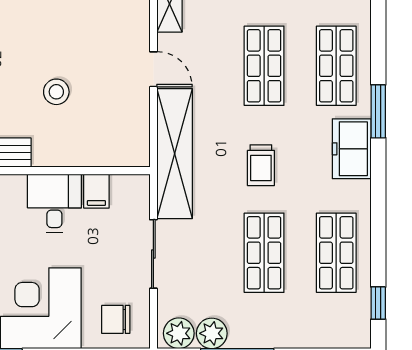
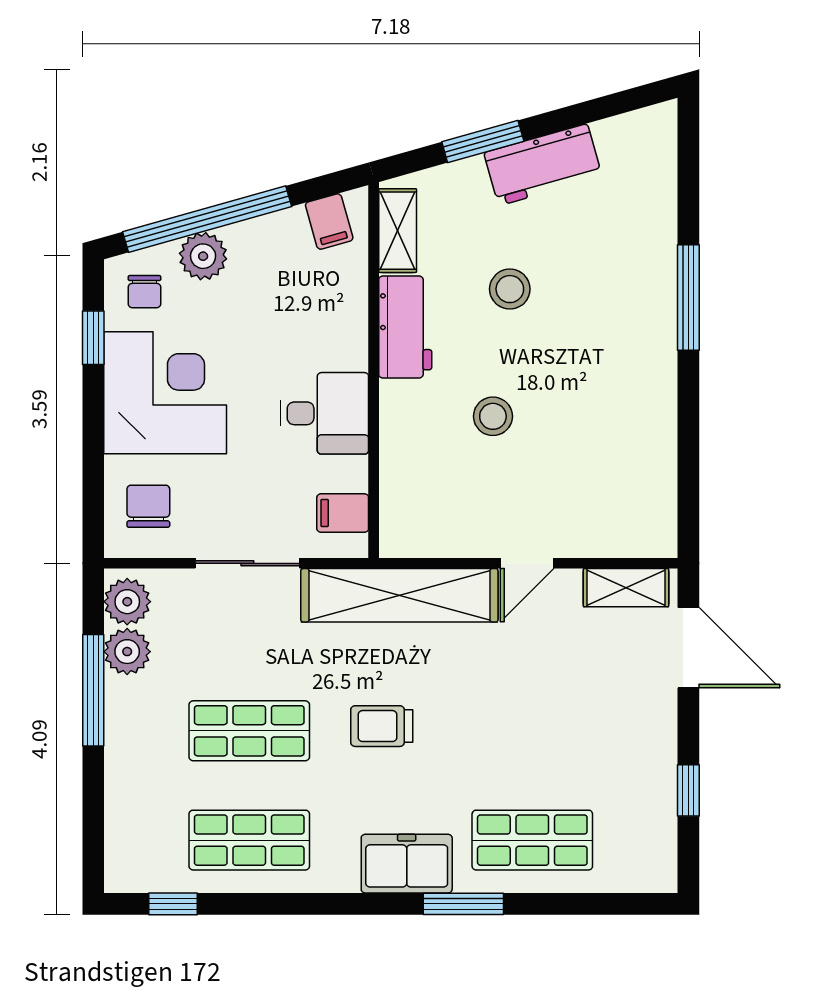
shop shelf: (264, 66) -> (532, 731), removed
filing cabinet: (96, 191) -> (343, 513), moved

